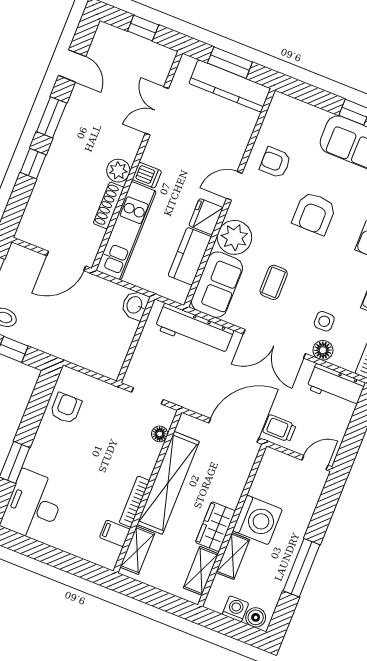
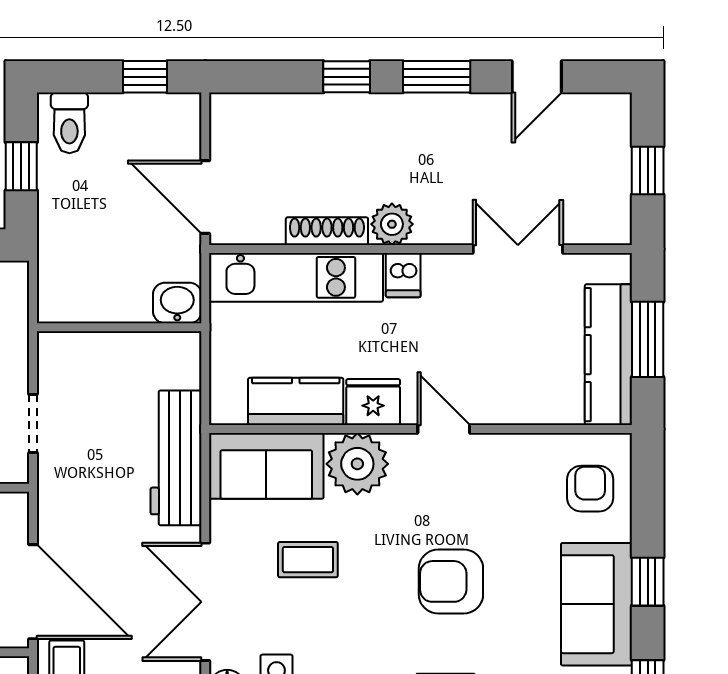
armchair: (275, 162) -> (590, 489), moved
washbasin: (135, 305) -> (177, 303), moved
wall: (136, 340) -> (119, 327), moved

